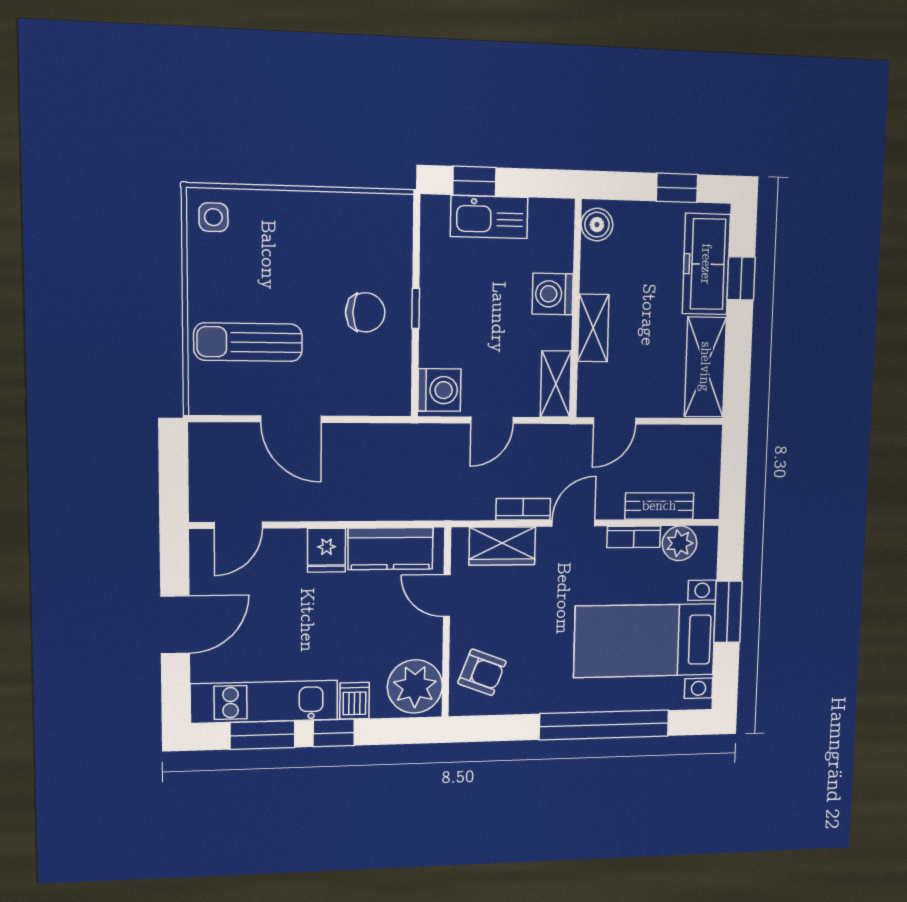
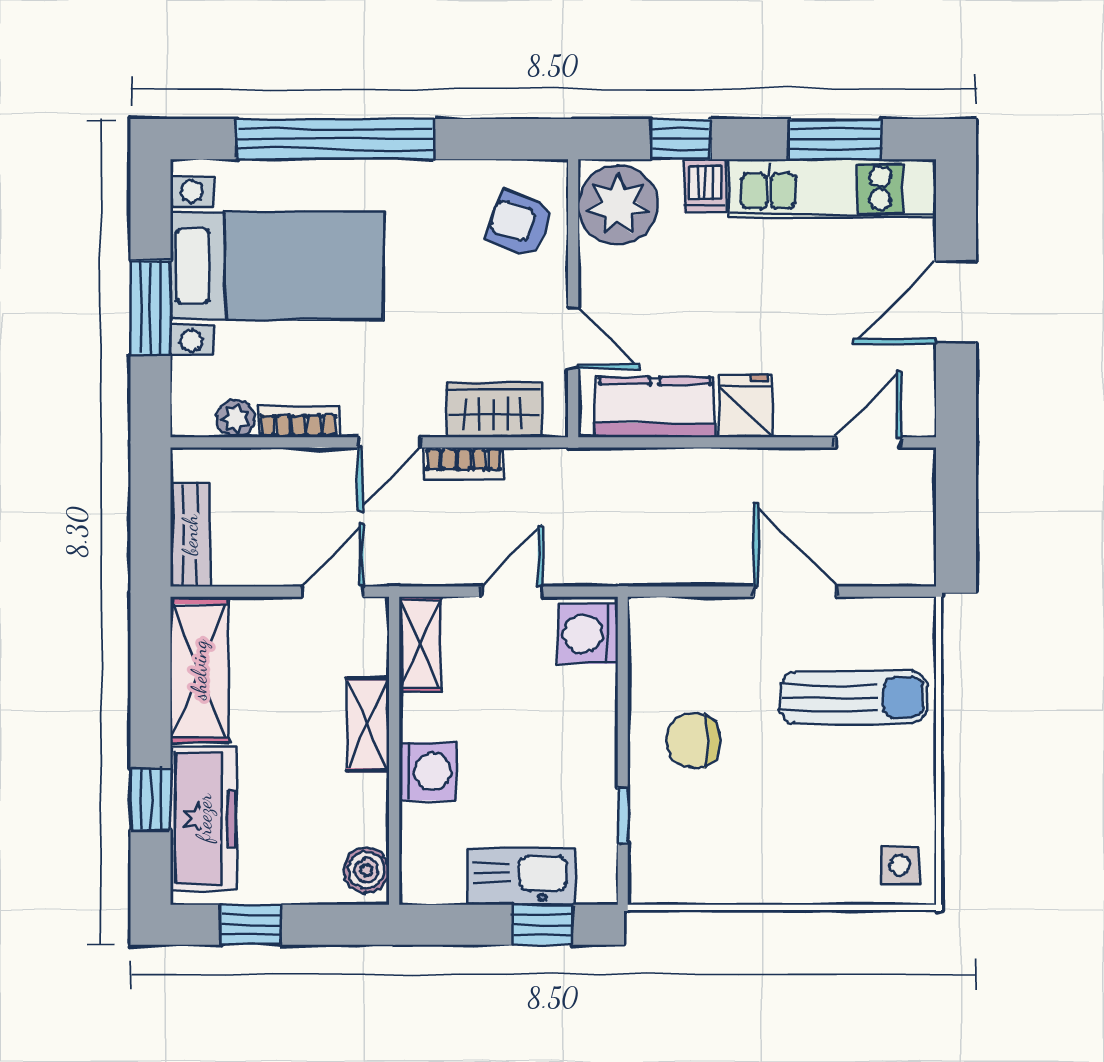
window: (416, 308) -> (623, 815), moved
bench: (659, 506) -> (190, 535), moved, turned 90
plant: (680, 543) -> (236, 419), width x0.73, depth x0.73
window: (334, 733) -> (681, 139), moved

